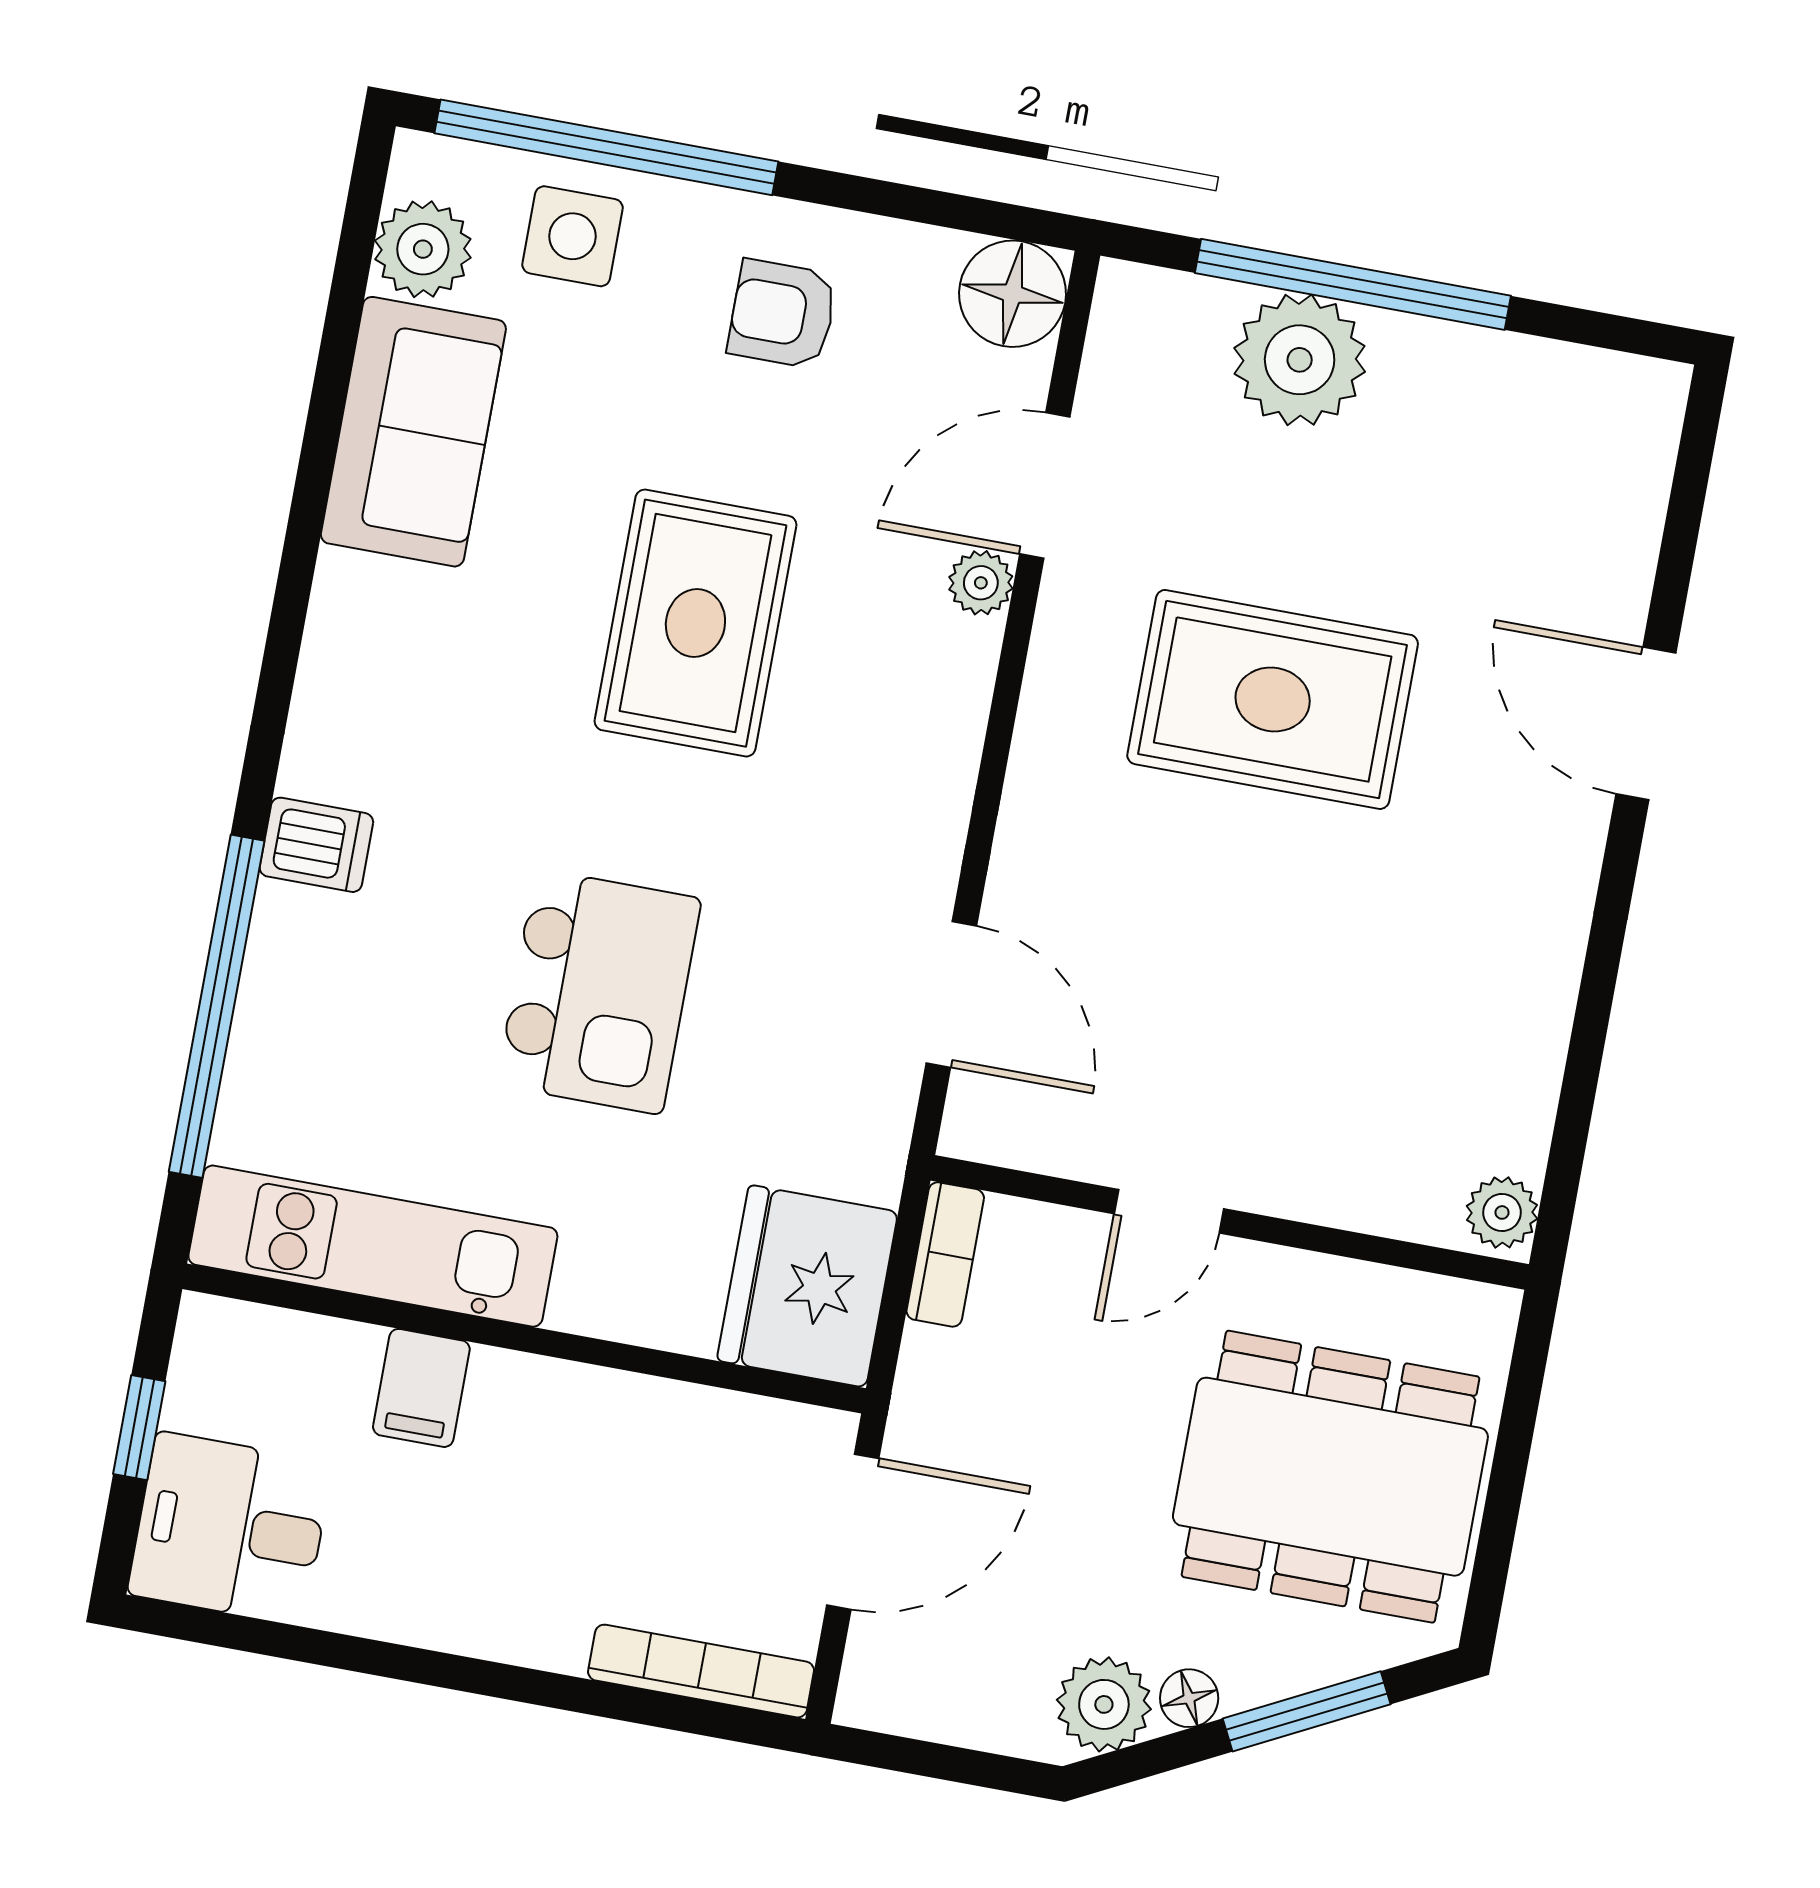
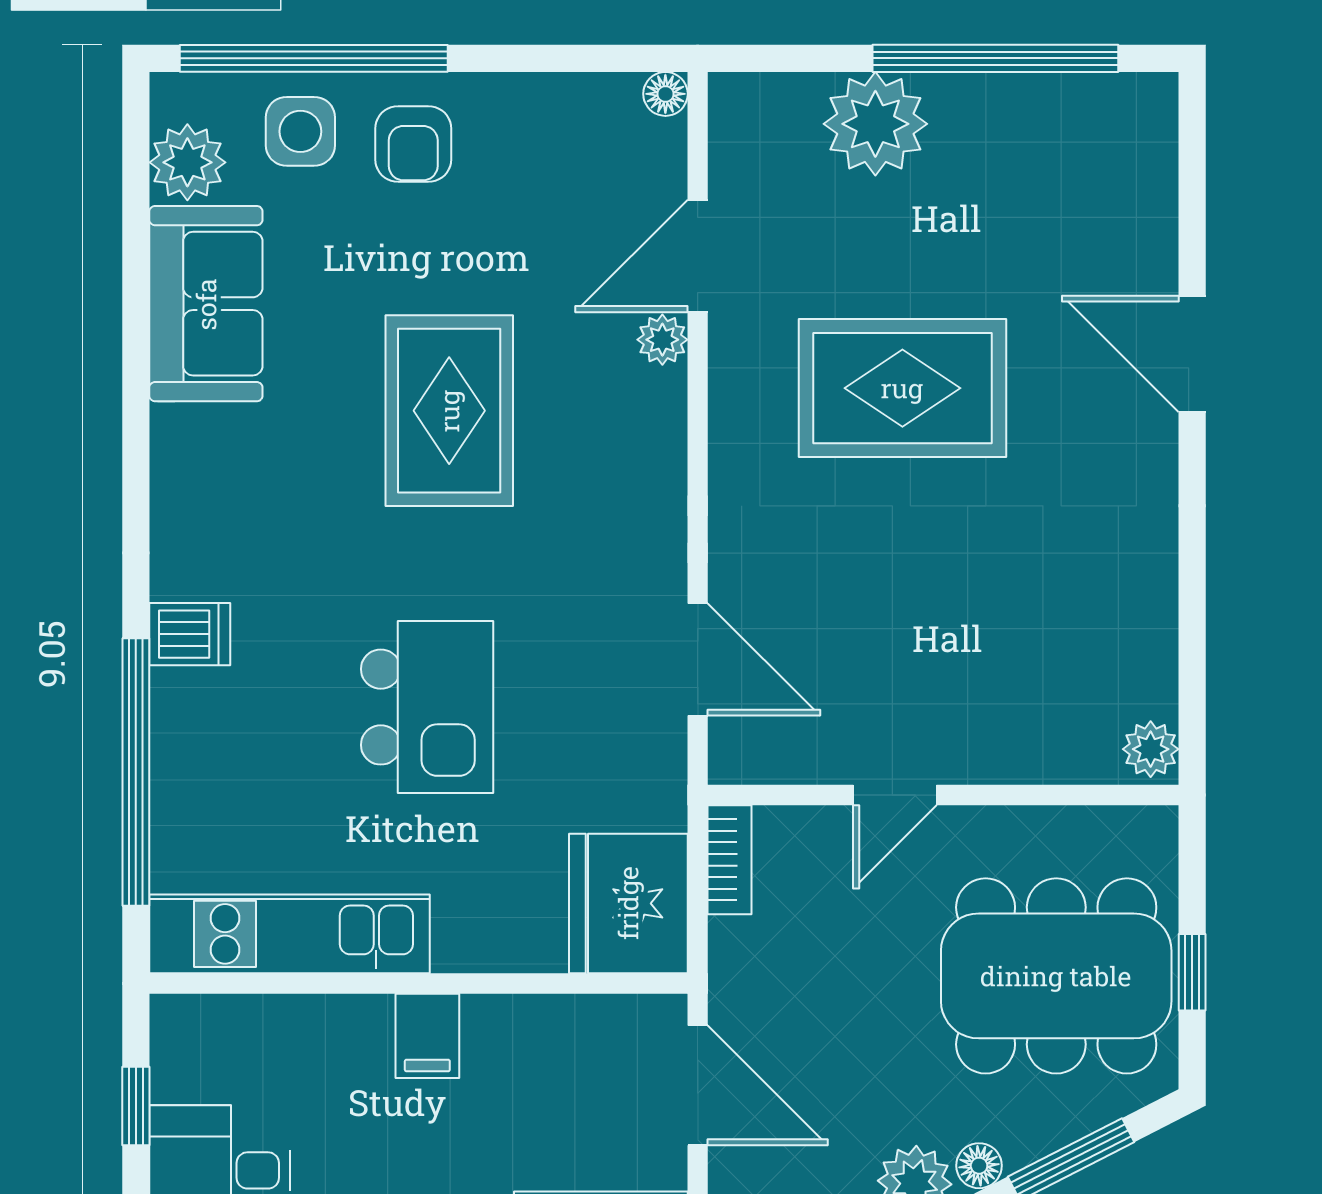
window: (1353, 284) -> (995, 58), moved
floor lamp: (1013, 294) -> (665, 94), width x0.53, depth x0.53
armchair: (782, 314) -> (413, 144), moved, turned -90
filing cabinet: (421, 1388) -> (427, 1036), moved
window: (1503, 1504) -> (1192, 972), added
door: (853, 1532) -> (698, 1085), hinge flipped

